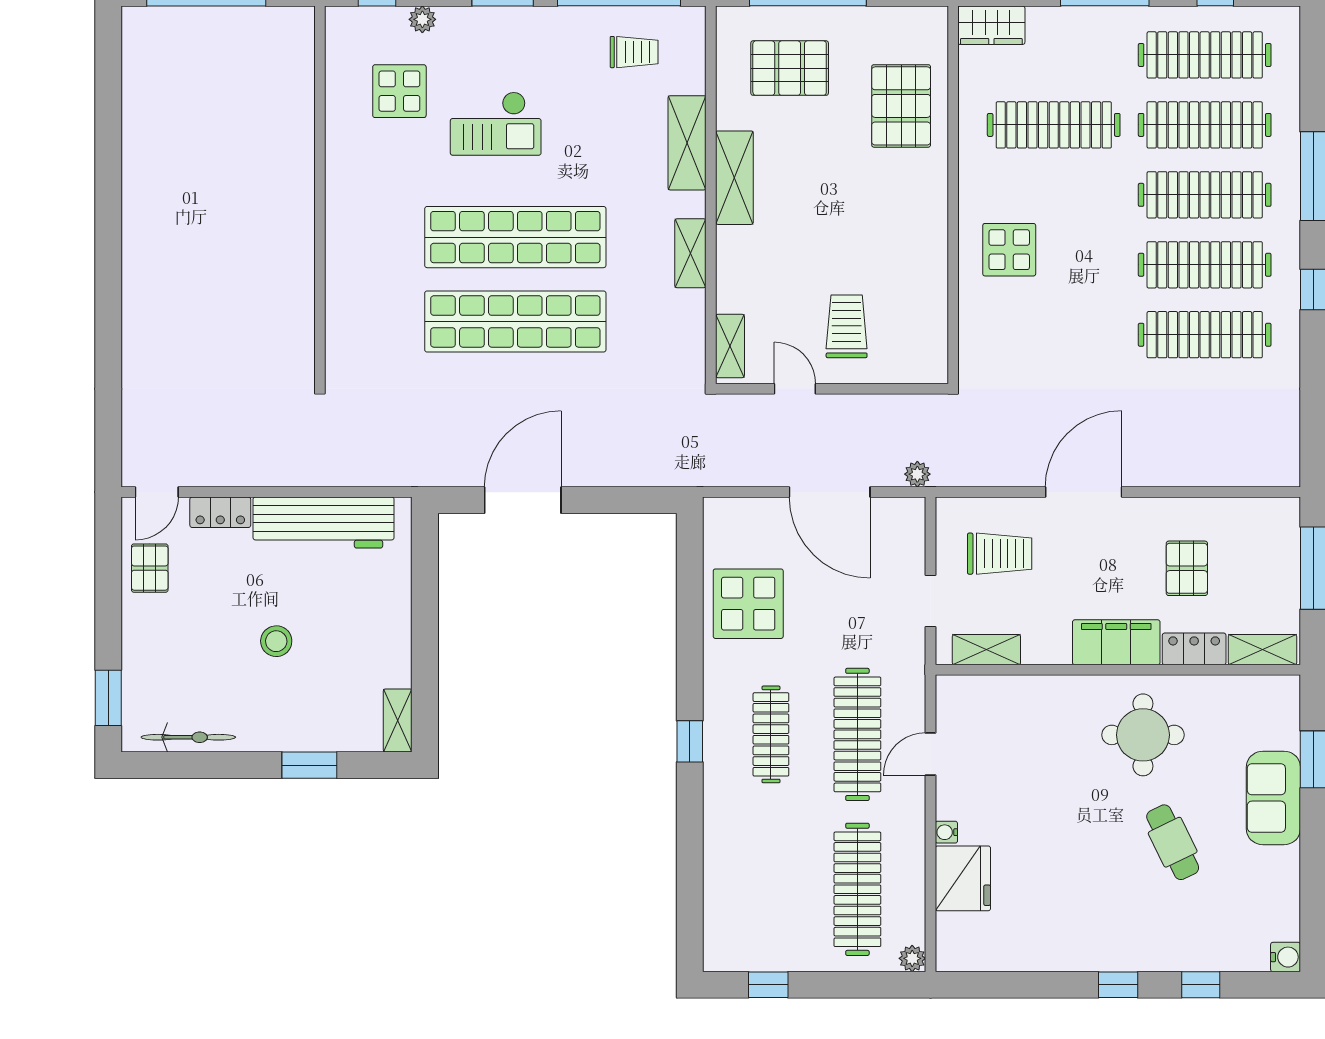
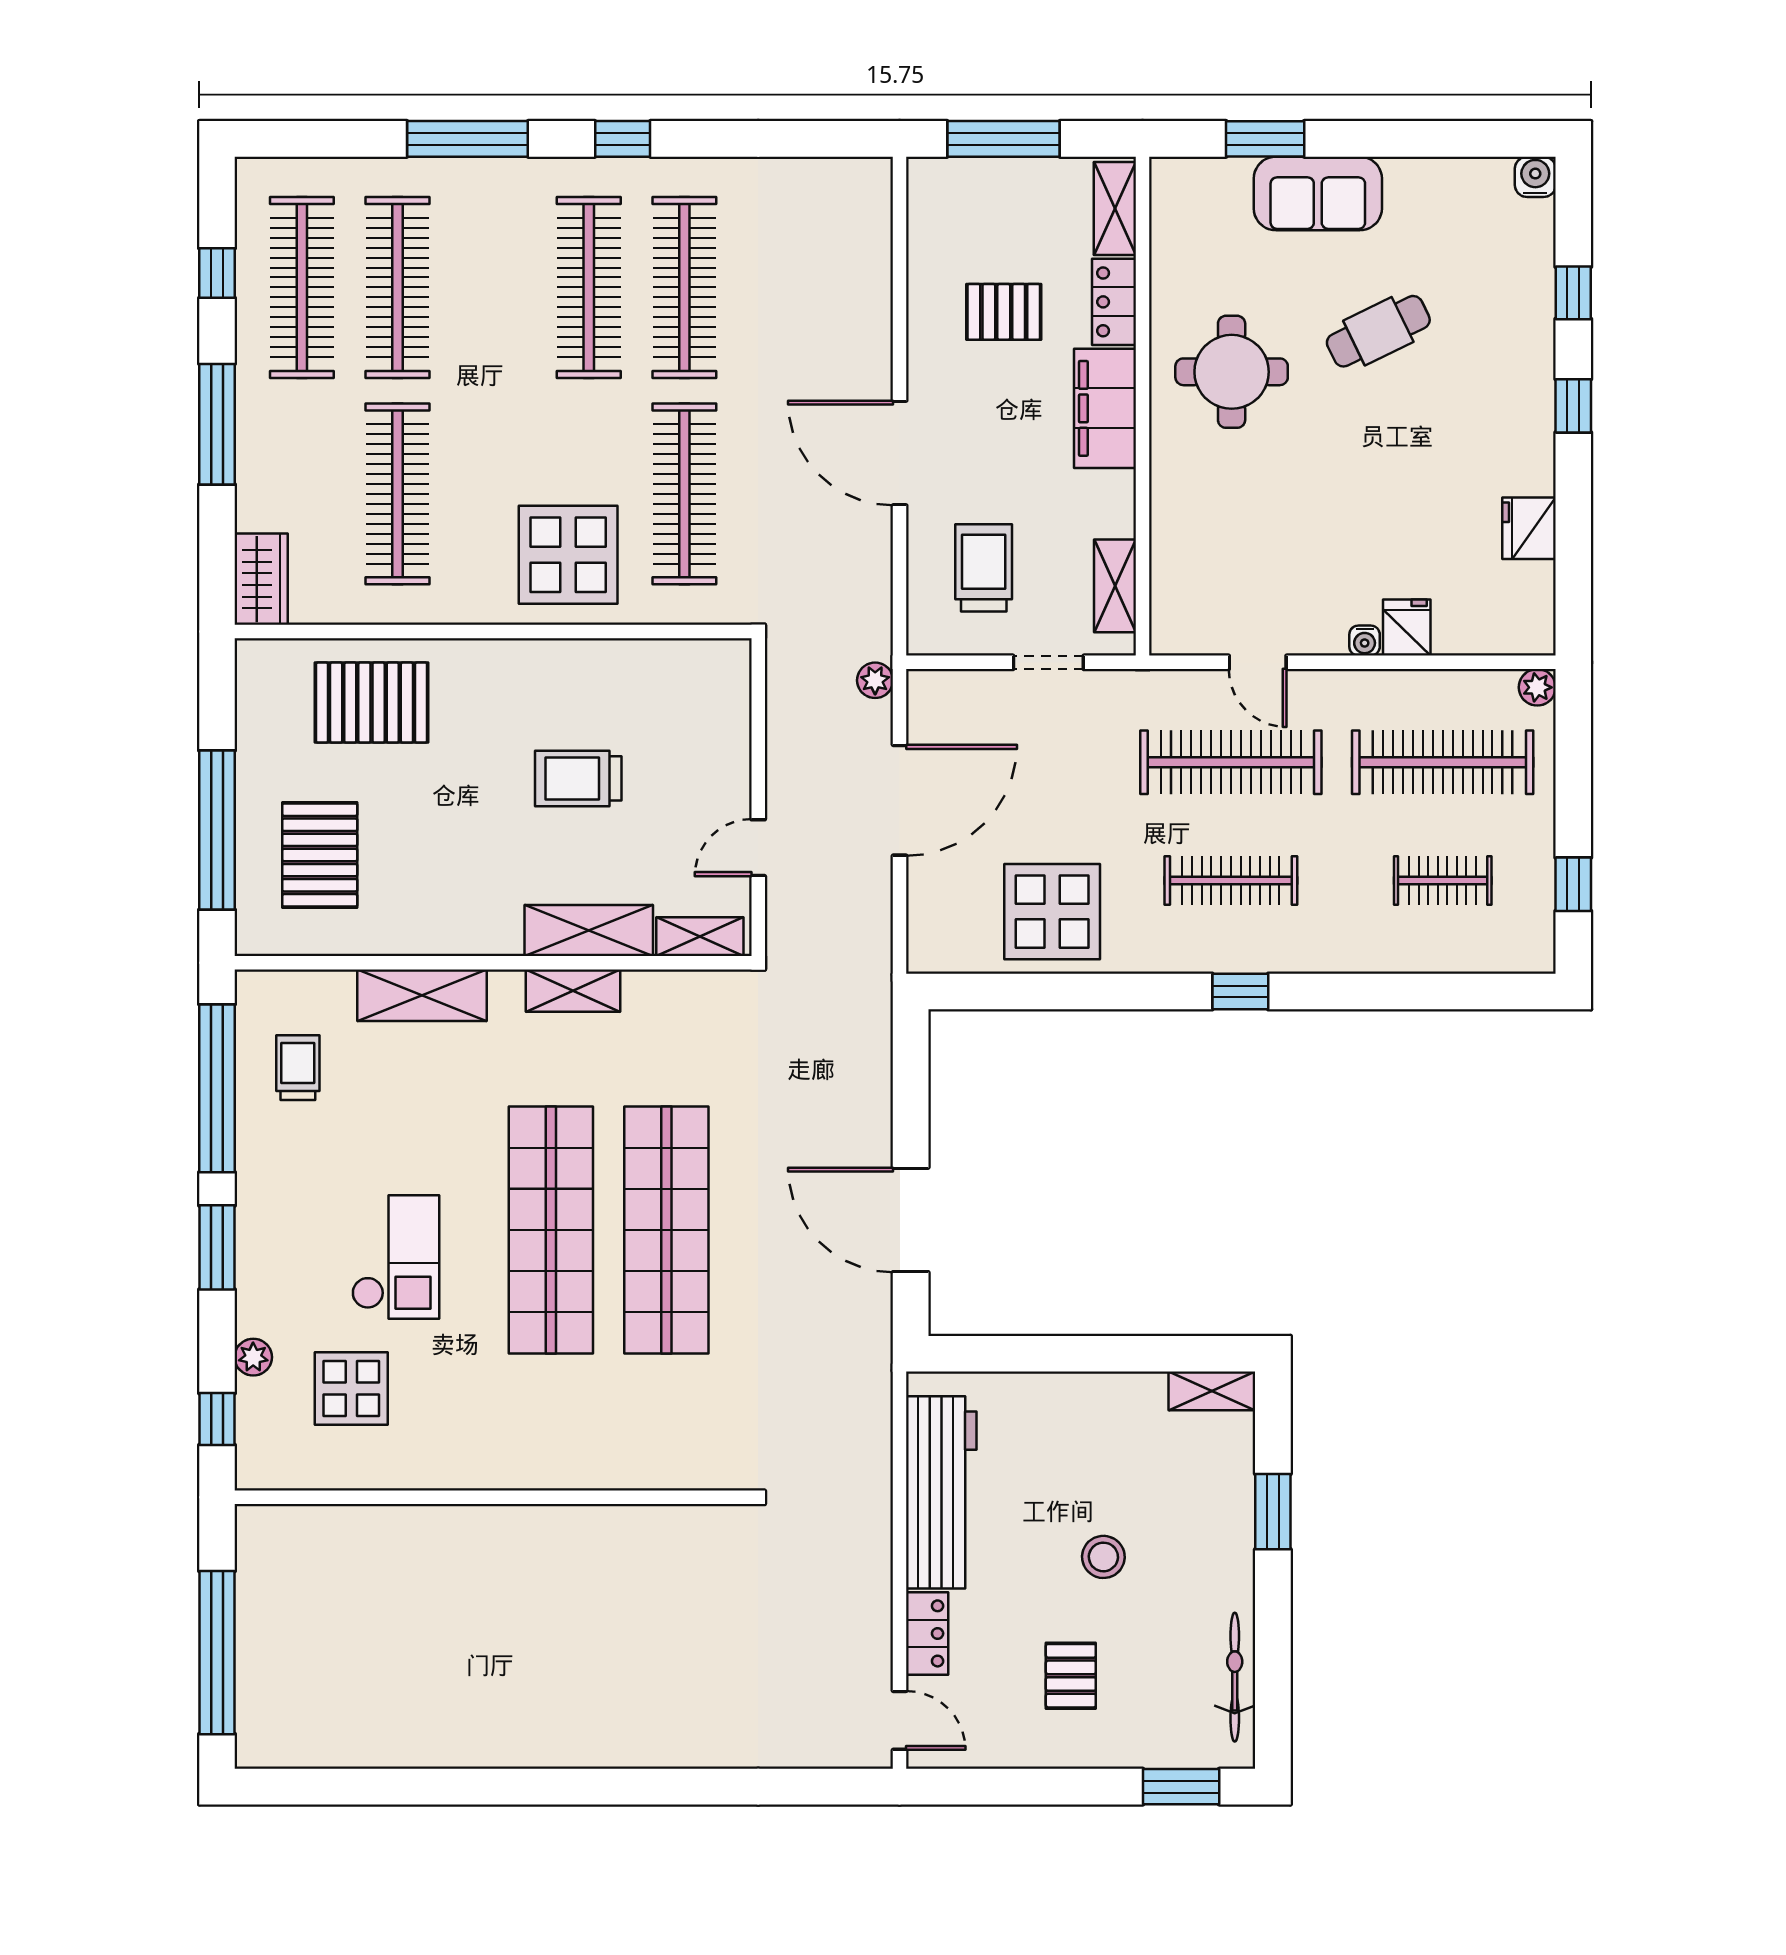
shelving: (734, 178) -> (589, 930), moved
clothes rail: (1205, 195) -> (684, 494), moved
display table: (1009, 250) -> (568, 555), width x1.36, depth x1.36
trolley: (847, 326) -> (578, 778), moved
pallet: (150, 568) -> (1071, 1676), moved, turned 90
fridge: (963, 878) -> (1407, 628), width x0.53, depth x0.75
clothes rail: (771, 889) -> (1443, 880), added
fridge: (1029, 952) -> (1529, 528), added

